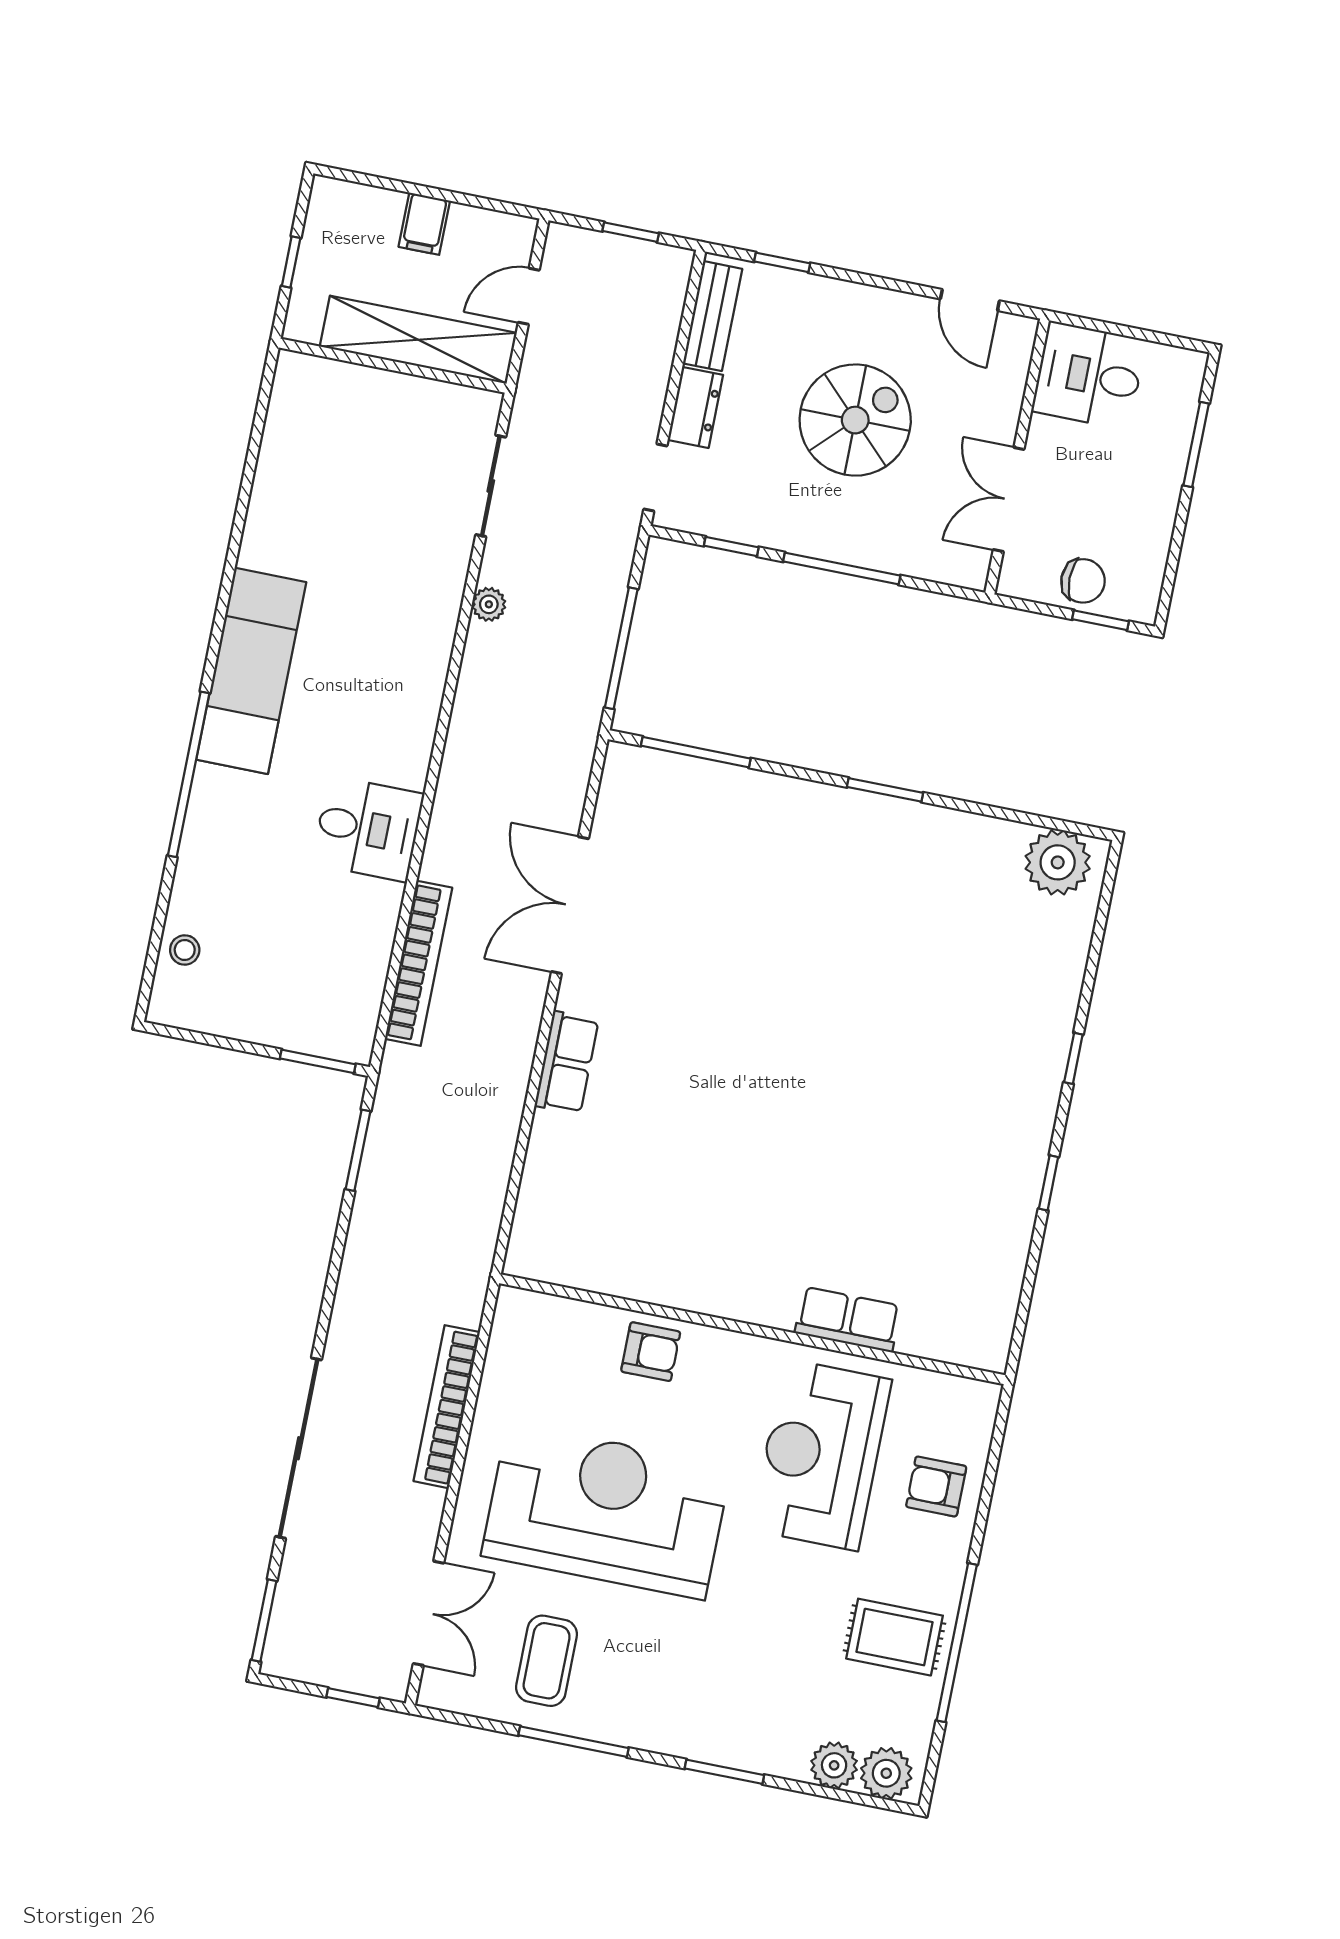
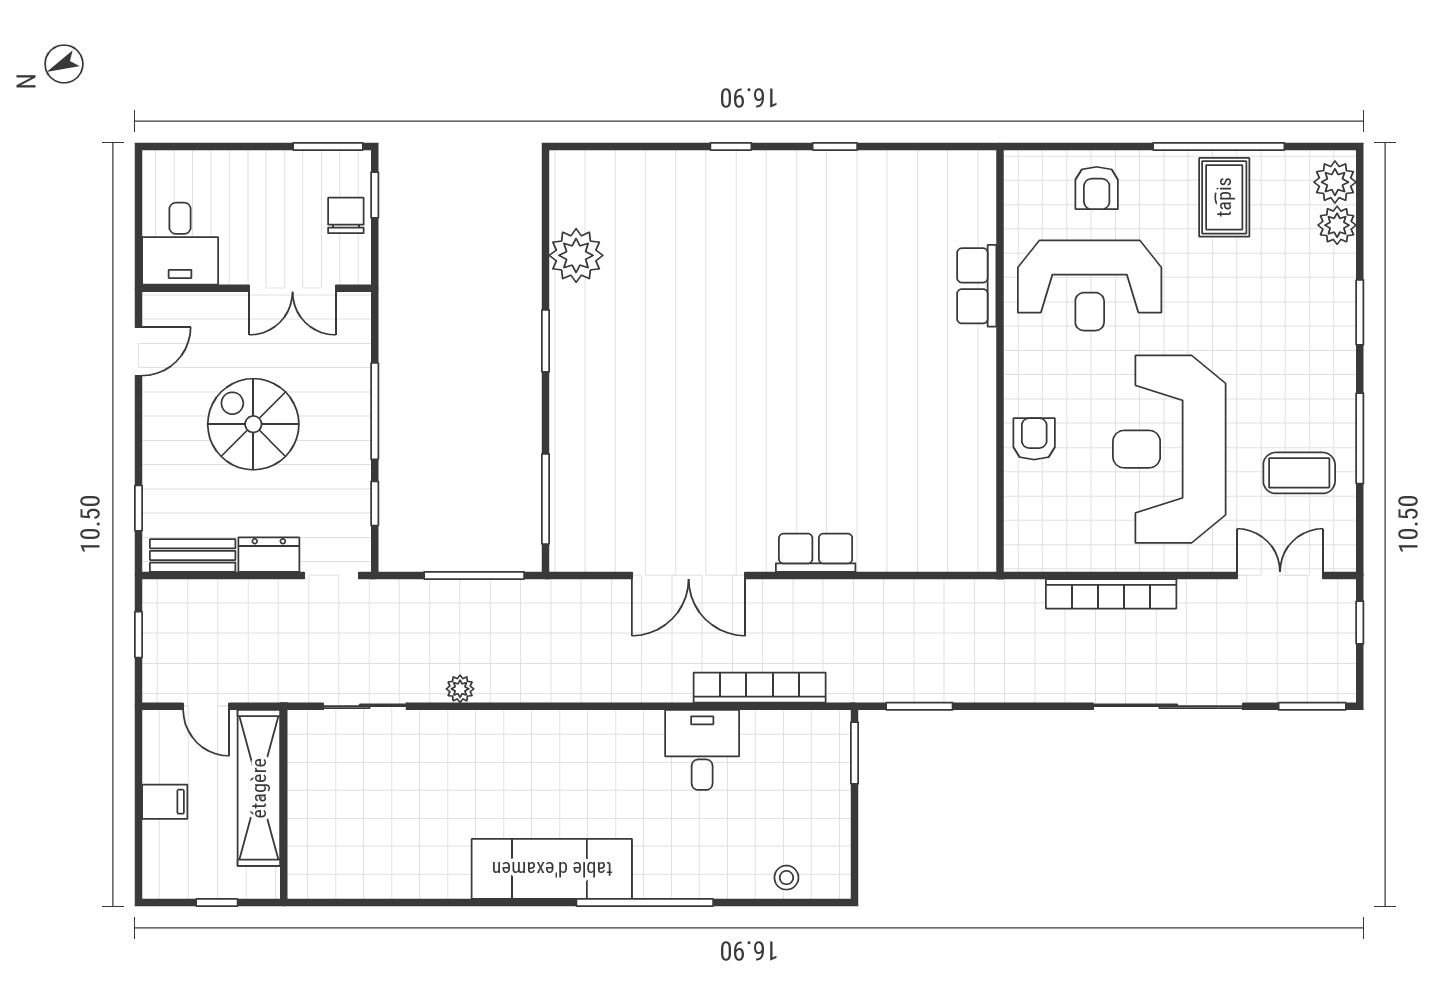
window: (1196, 444) -> (328, 146), moved
desk: (368, 829) -> (702, 750), moved
plant: (1058, 862) -> (576, 255), moved

